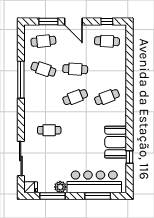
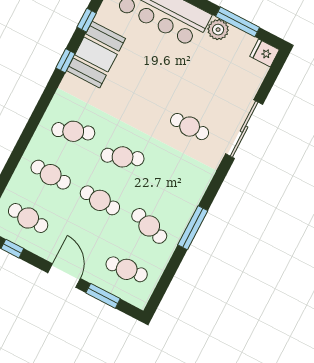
cafe table: (107, 69) -> (51, 175), added
window: (21, 80) -> (193, 228), width x0.68
window: (129, 131) -> (65, 61), added
sliding door: (21, 159) -> (244, 129), moved

